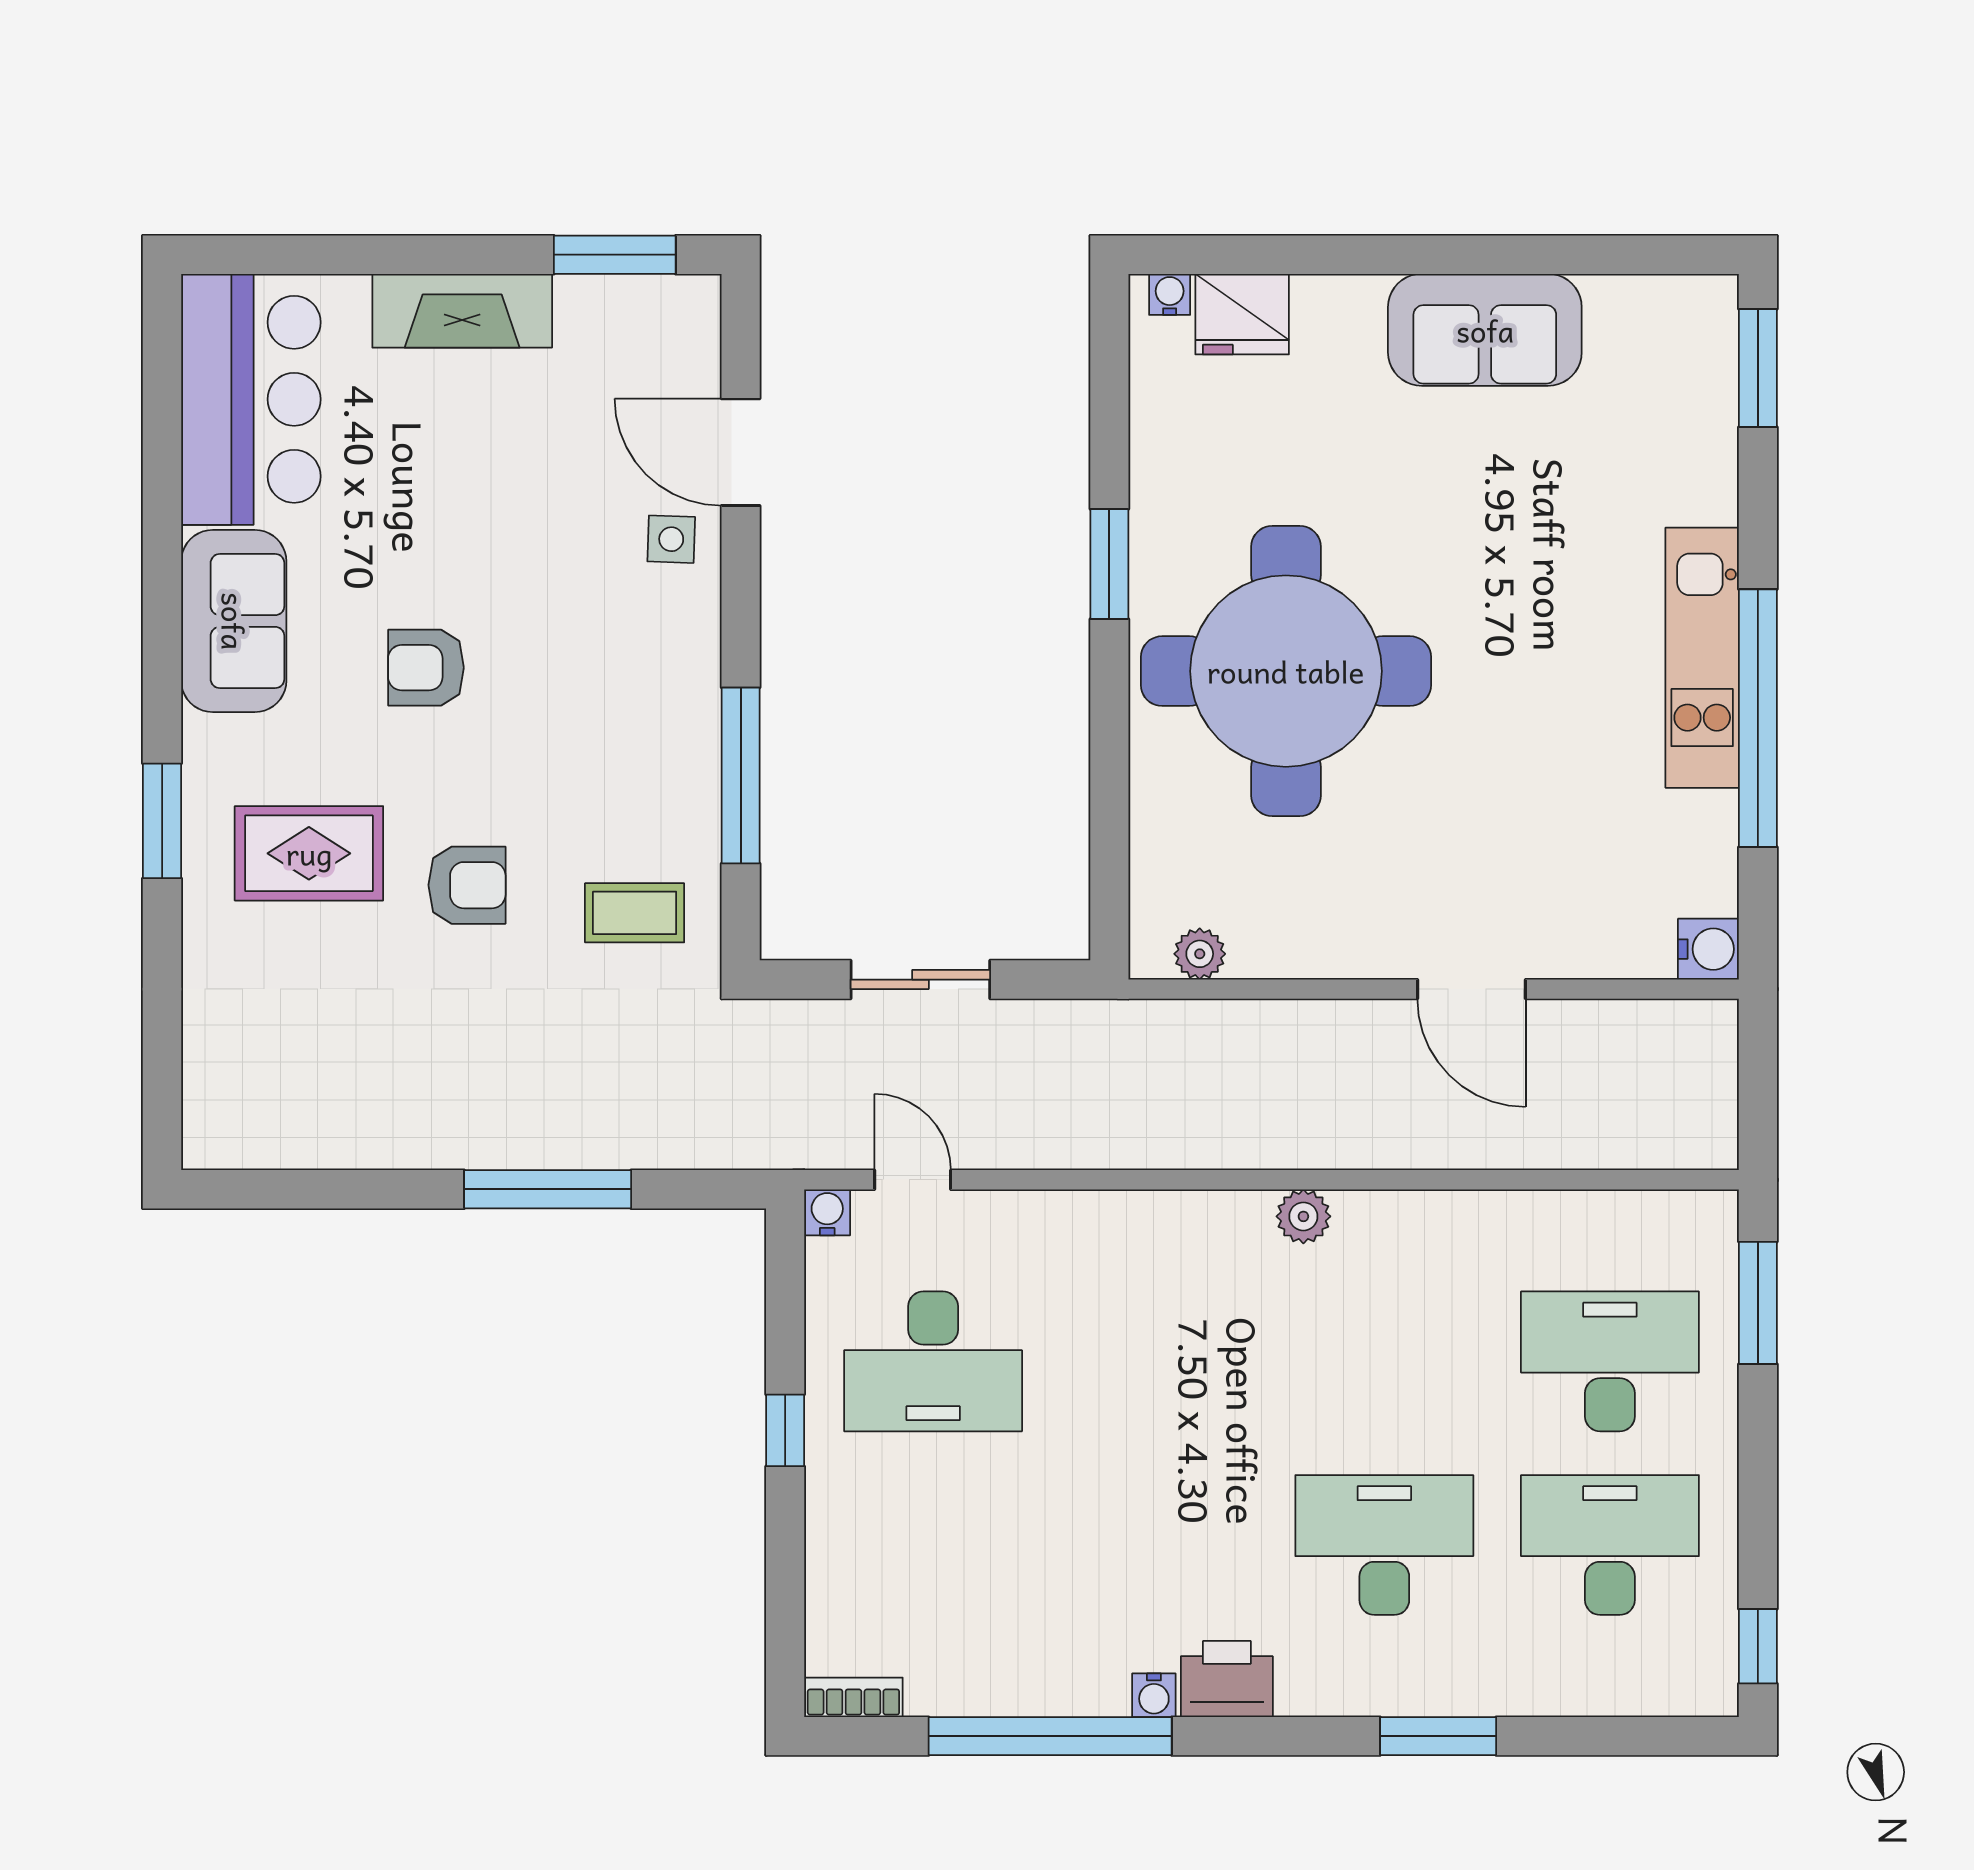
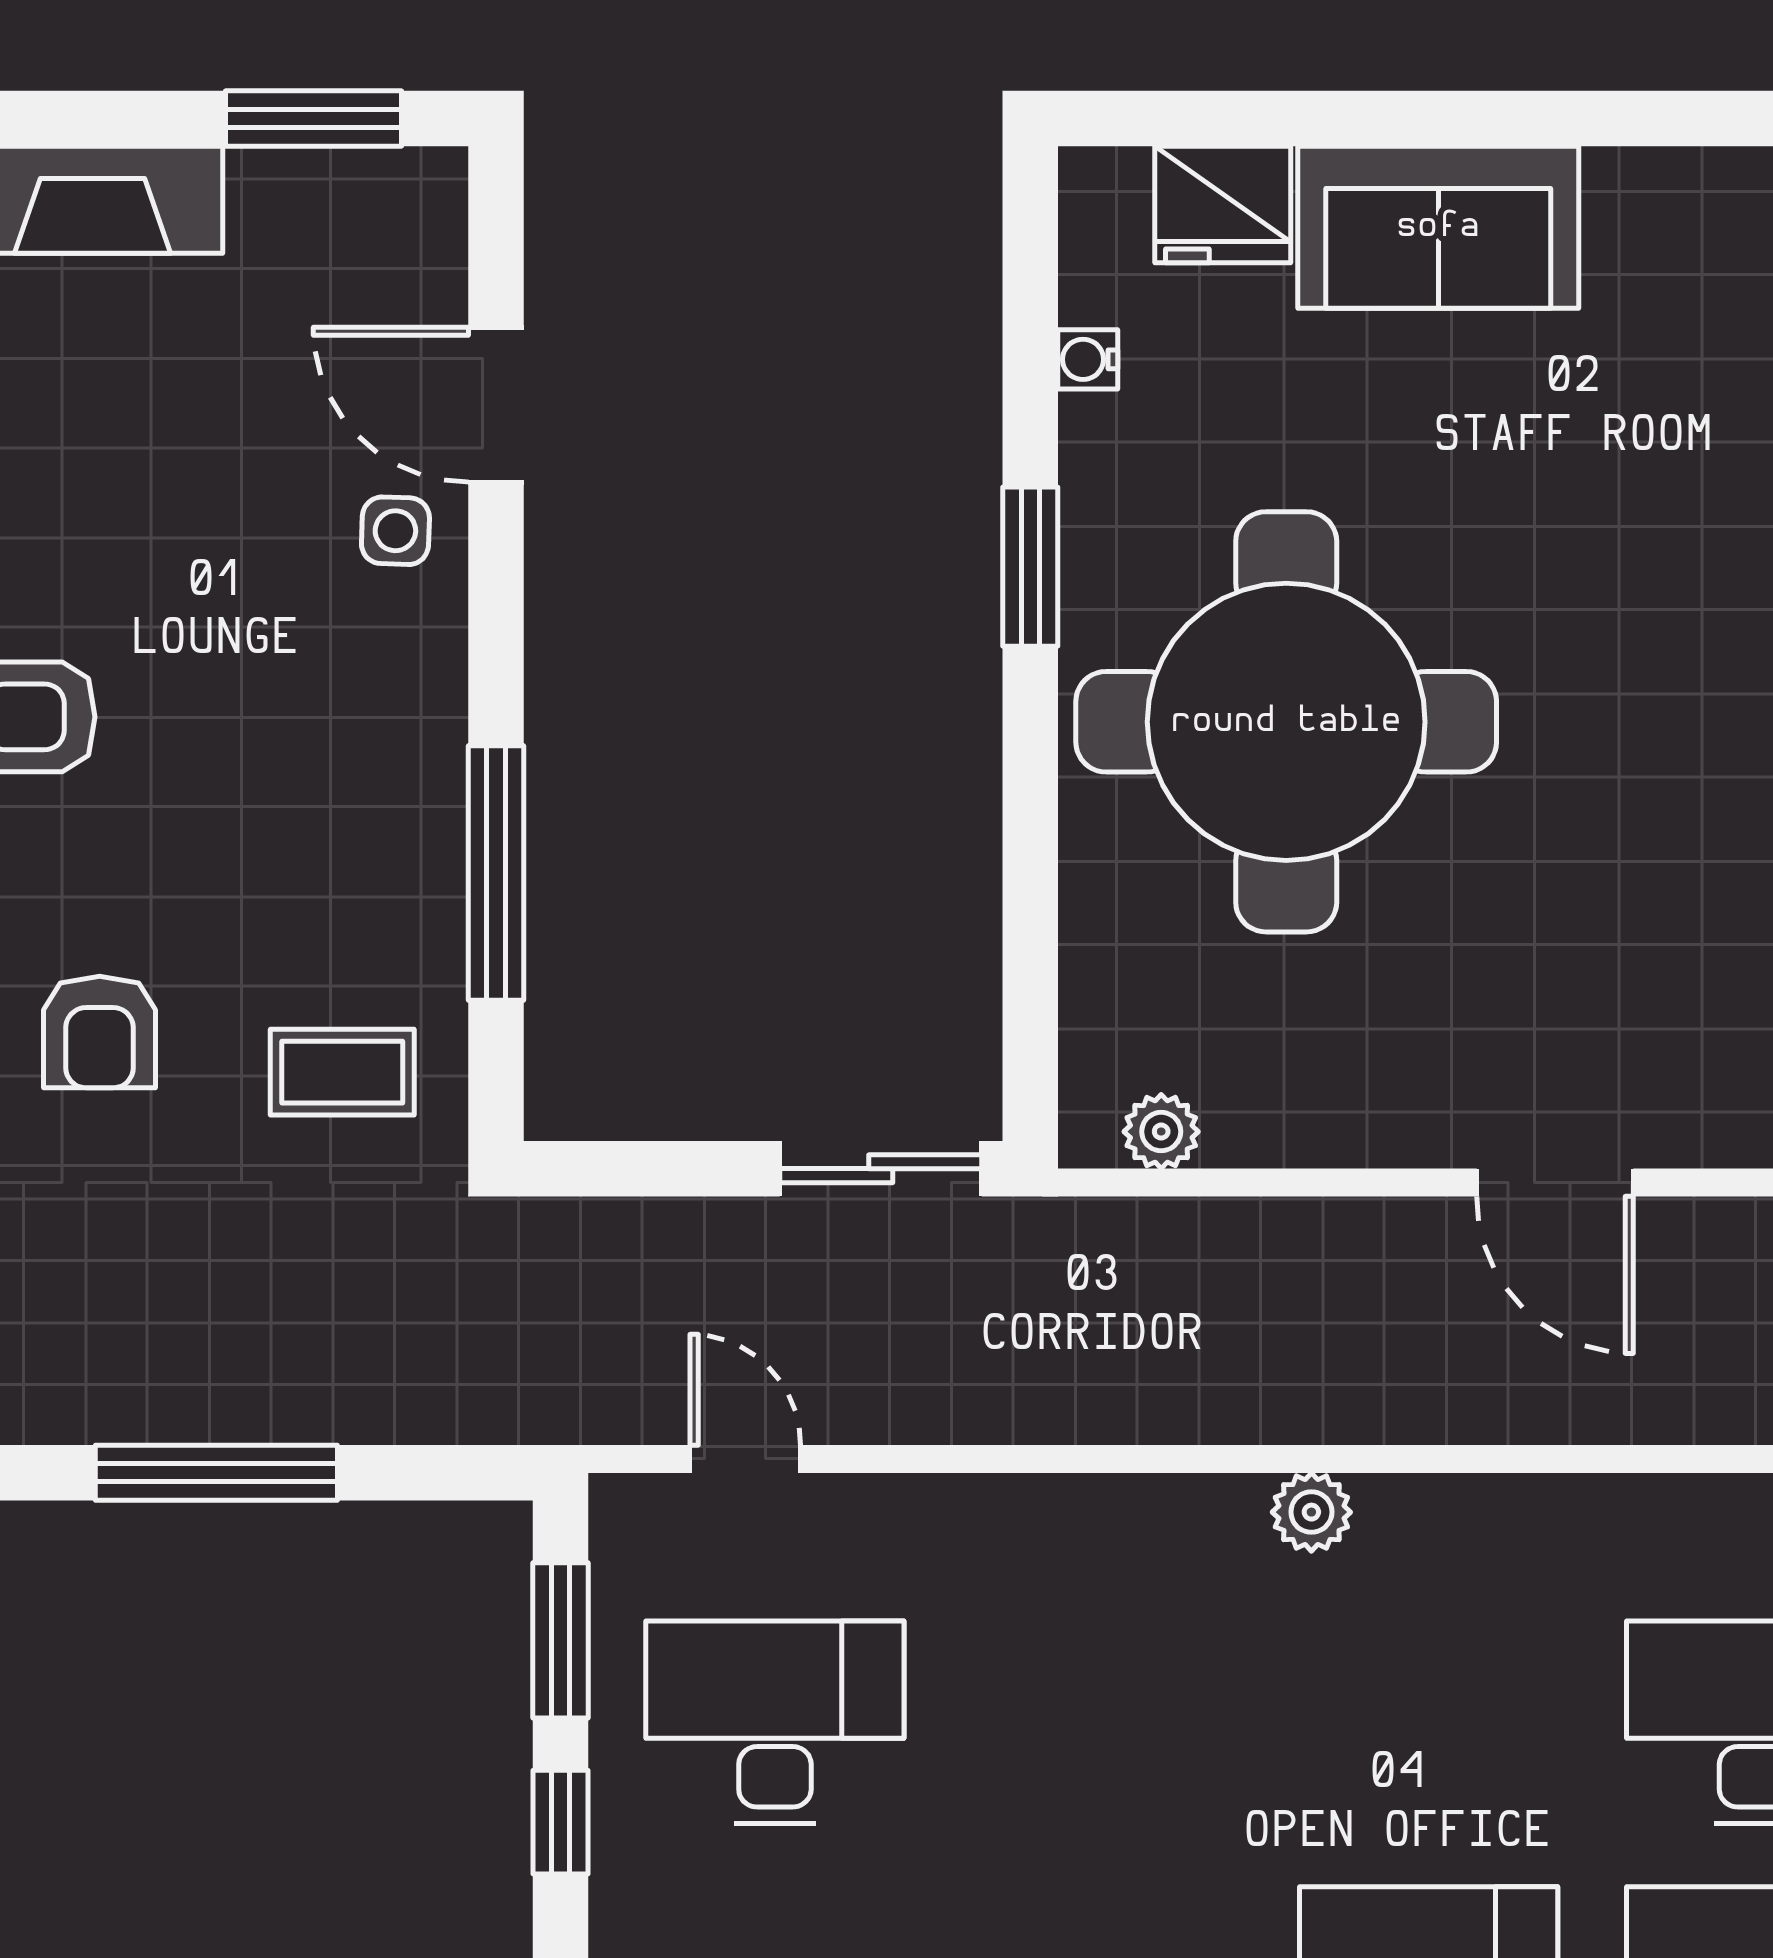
water cooler: (1170, 294) -> (1088, 359), moved, turned -90
sofa: (1485, 330) -> (1438, 227), moved
armchair: (467, 885) -> (100, 1032), turned 90
sliding door: (920, 980) -> (881, 1169), moved
water cooler: (827, 1212) -> (621, 1506), removed
window: (785, 1305) -> (560, 1640), added
desk: (933, 1361) -> (775, 1722), turned 180

